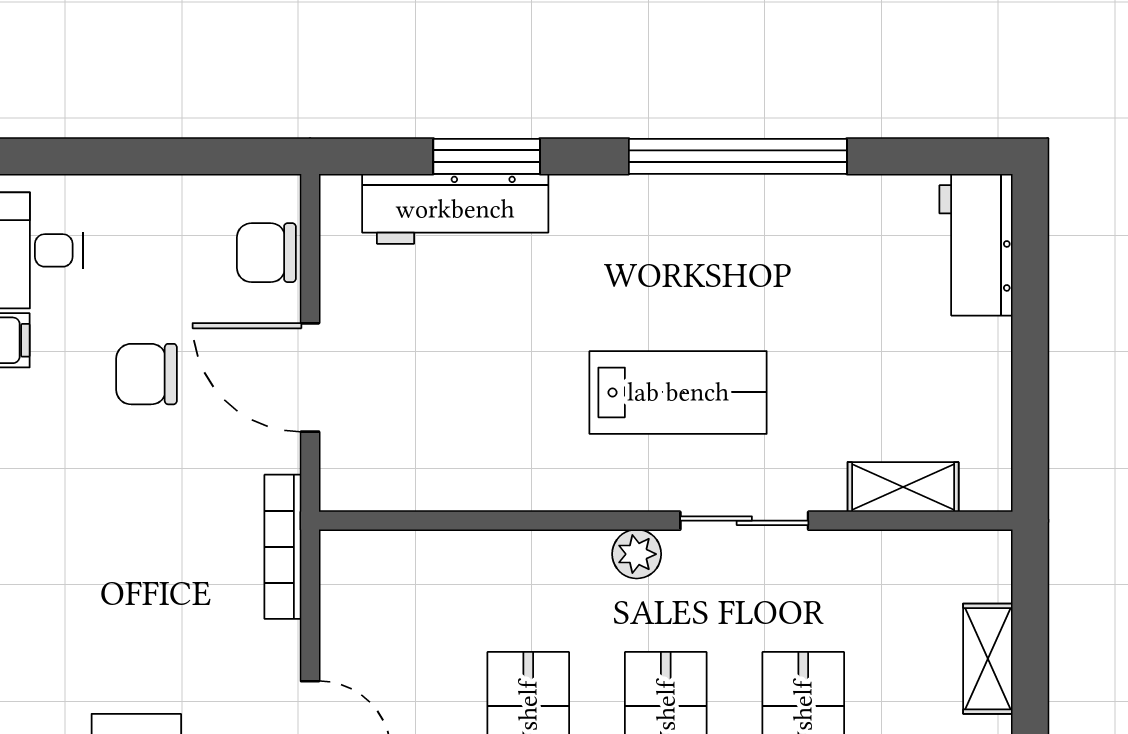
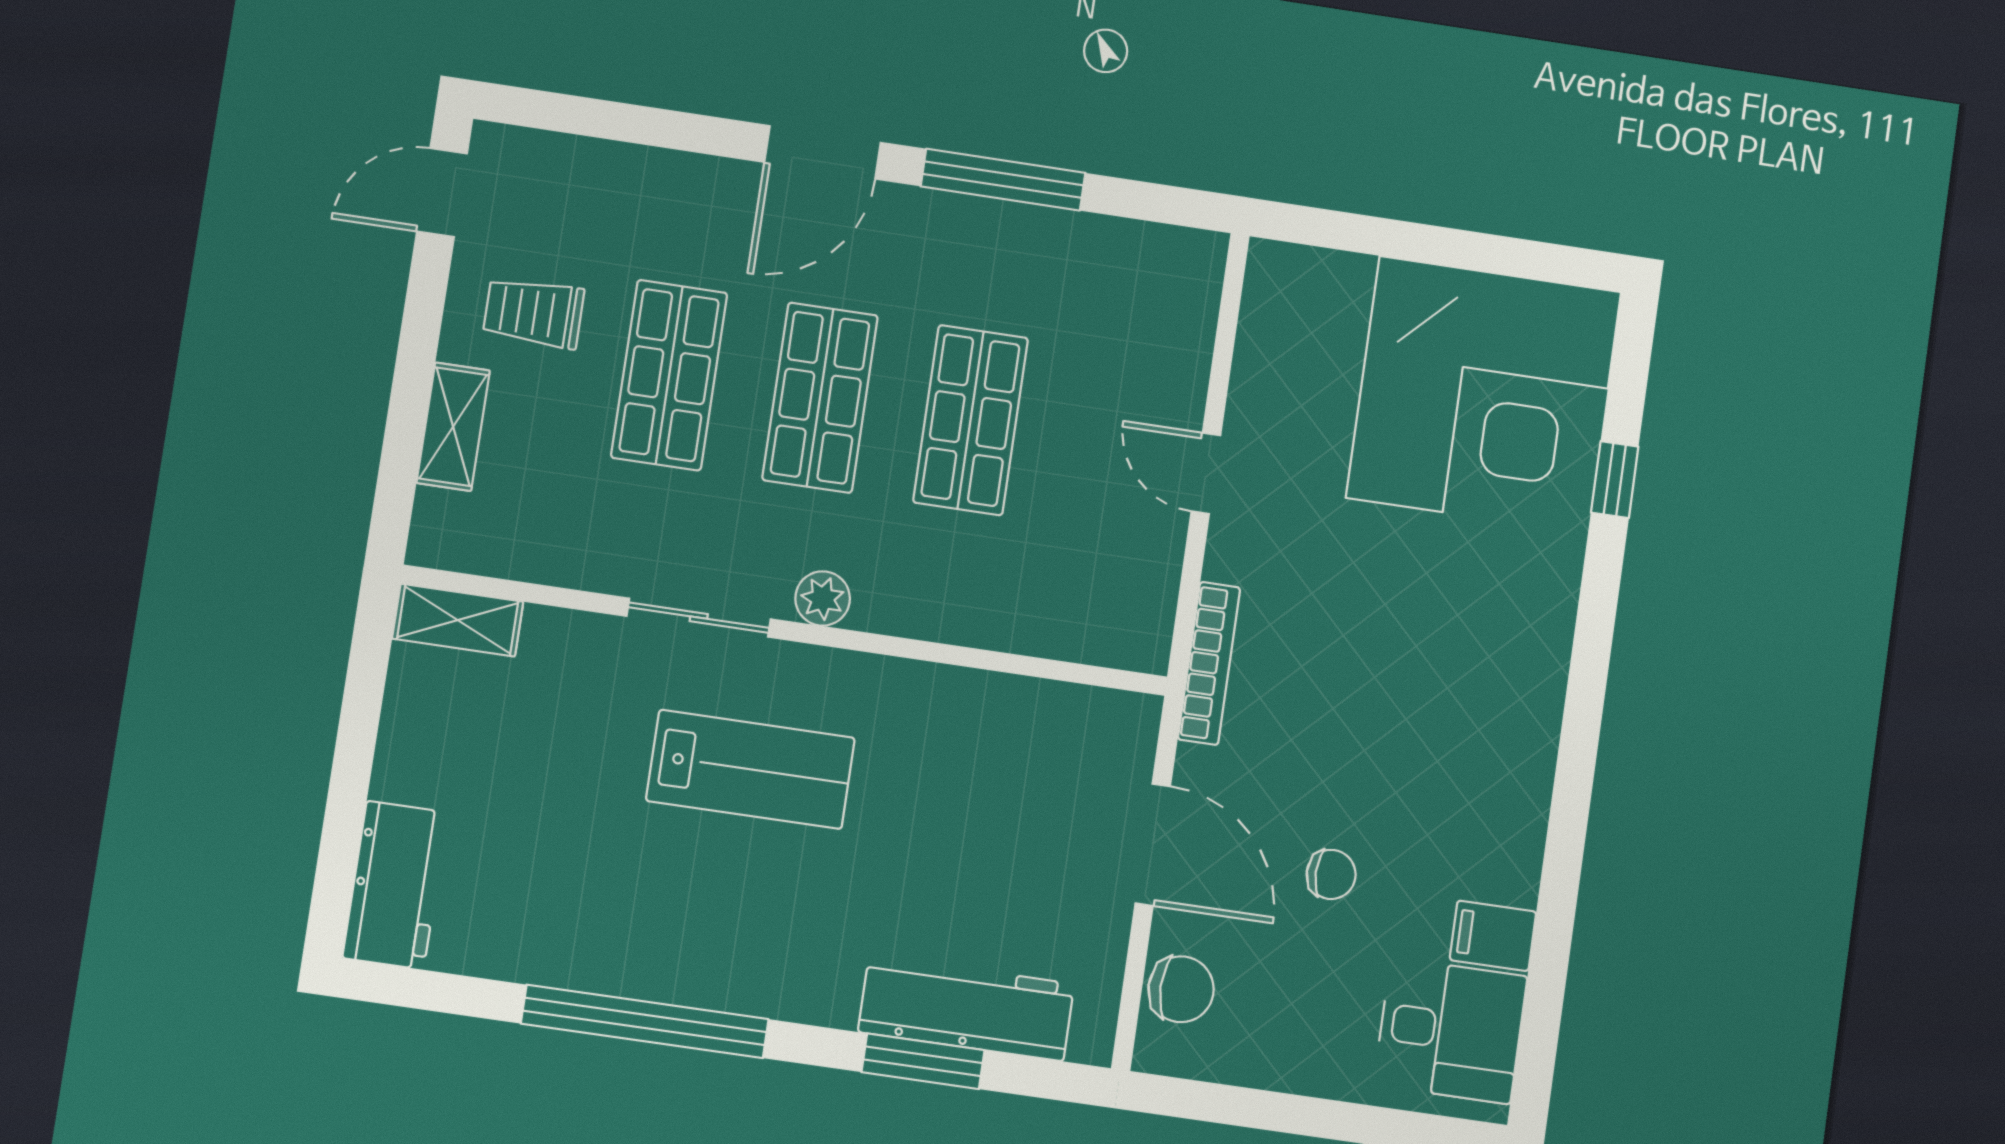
chair: (147, 374) -> (1331, 874), width x0.73, depth x0.73
lab bench: (678, 392) -> (750, 769), turned 180
shelving: (903, 487) -> (458, 620), moved

